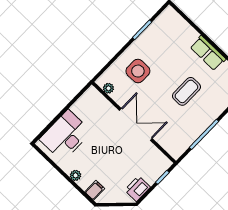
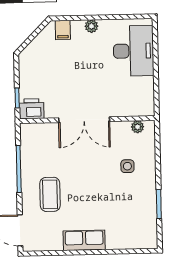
side table: (138, 71) -> (127, 166), width x0.54, depth x0.54
coffee table: (186, 91) -> (50, 194), moved
printer: (137, 189) -> (32, 109), moved, turned -90

